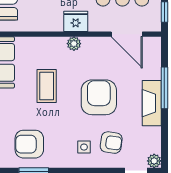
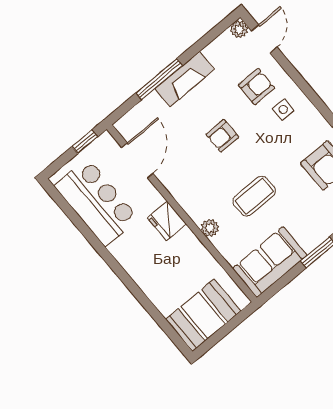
plant: (74, 44) -> (210, 228), moved
armchair: (99, 97) -> (222, 136), width x0.53, depth x0.53
armchair: (111, 143) -> (256, 87), turned 82

